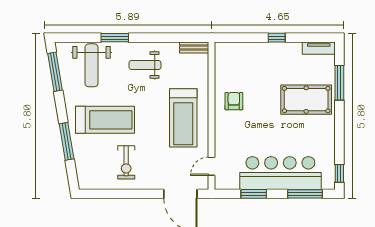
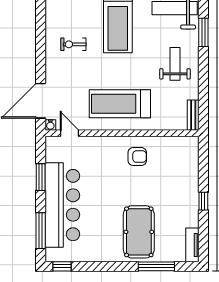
exercise bike: (126, 162) -> (73, 44), width x0.73, depth x0.72
water cooler: (204, 185) -> (50, 125), added

